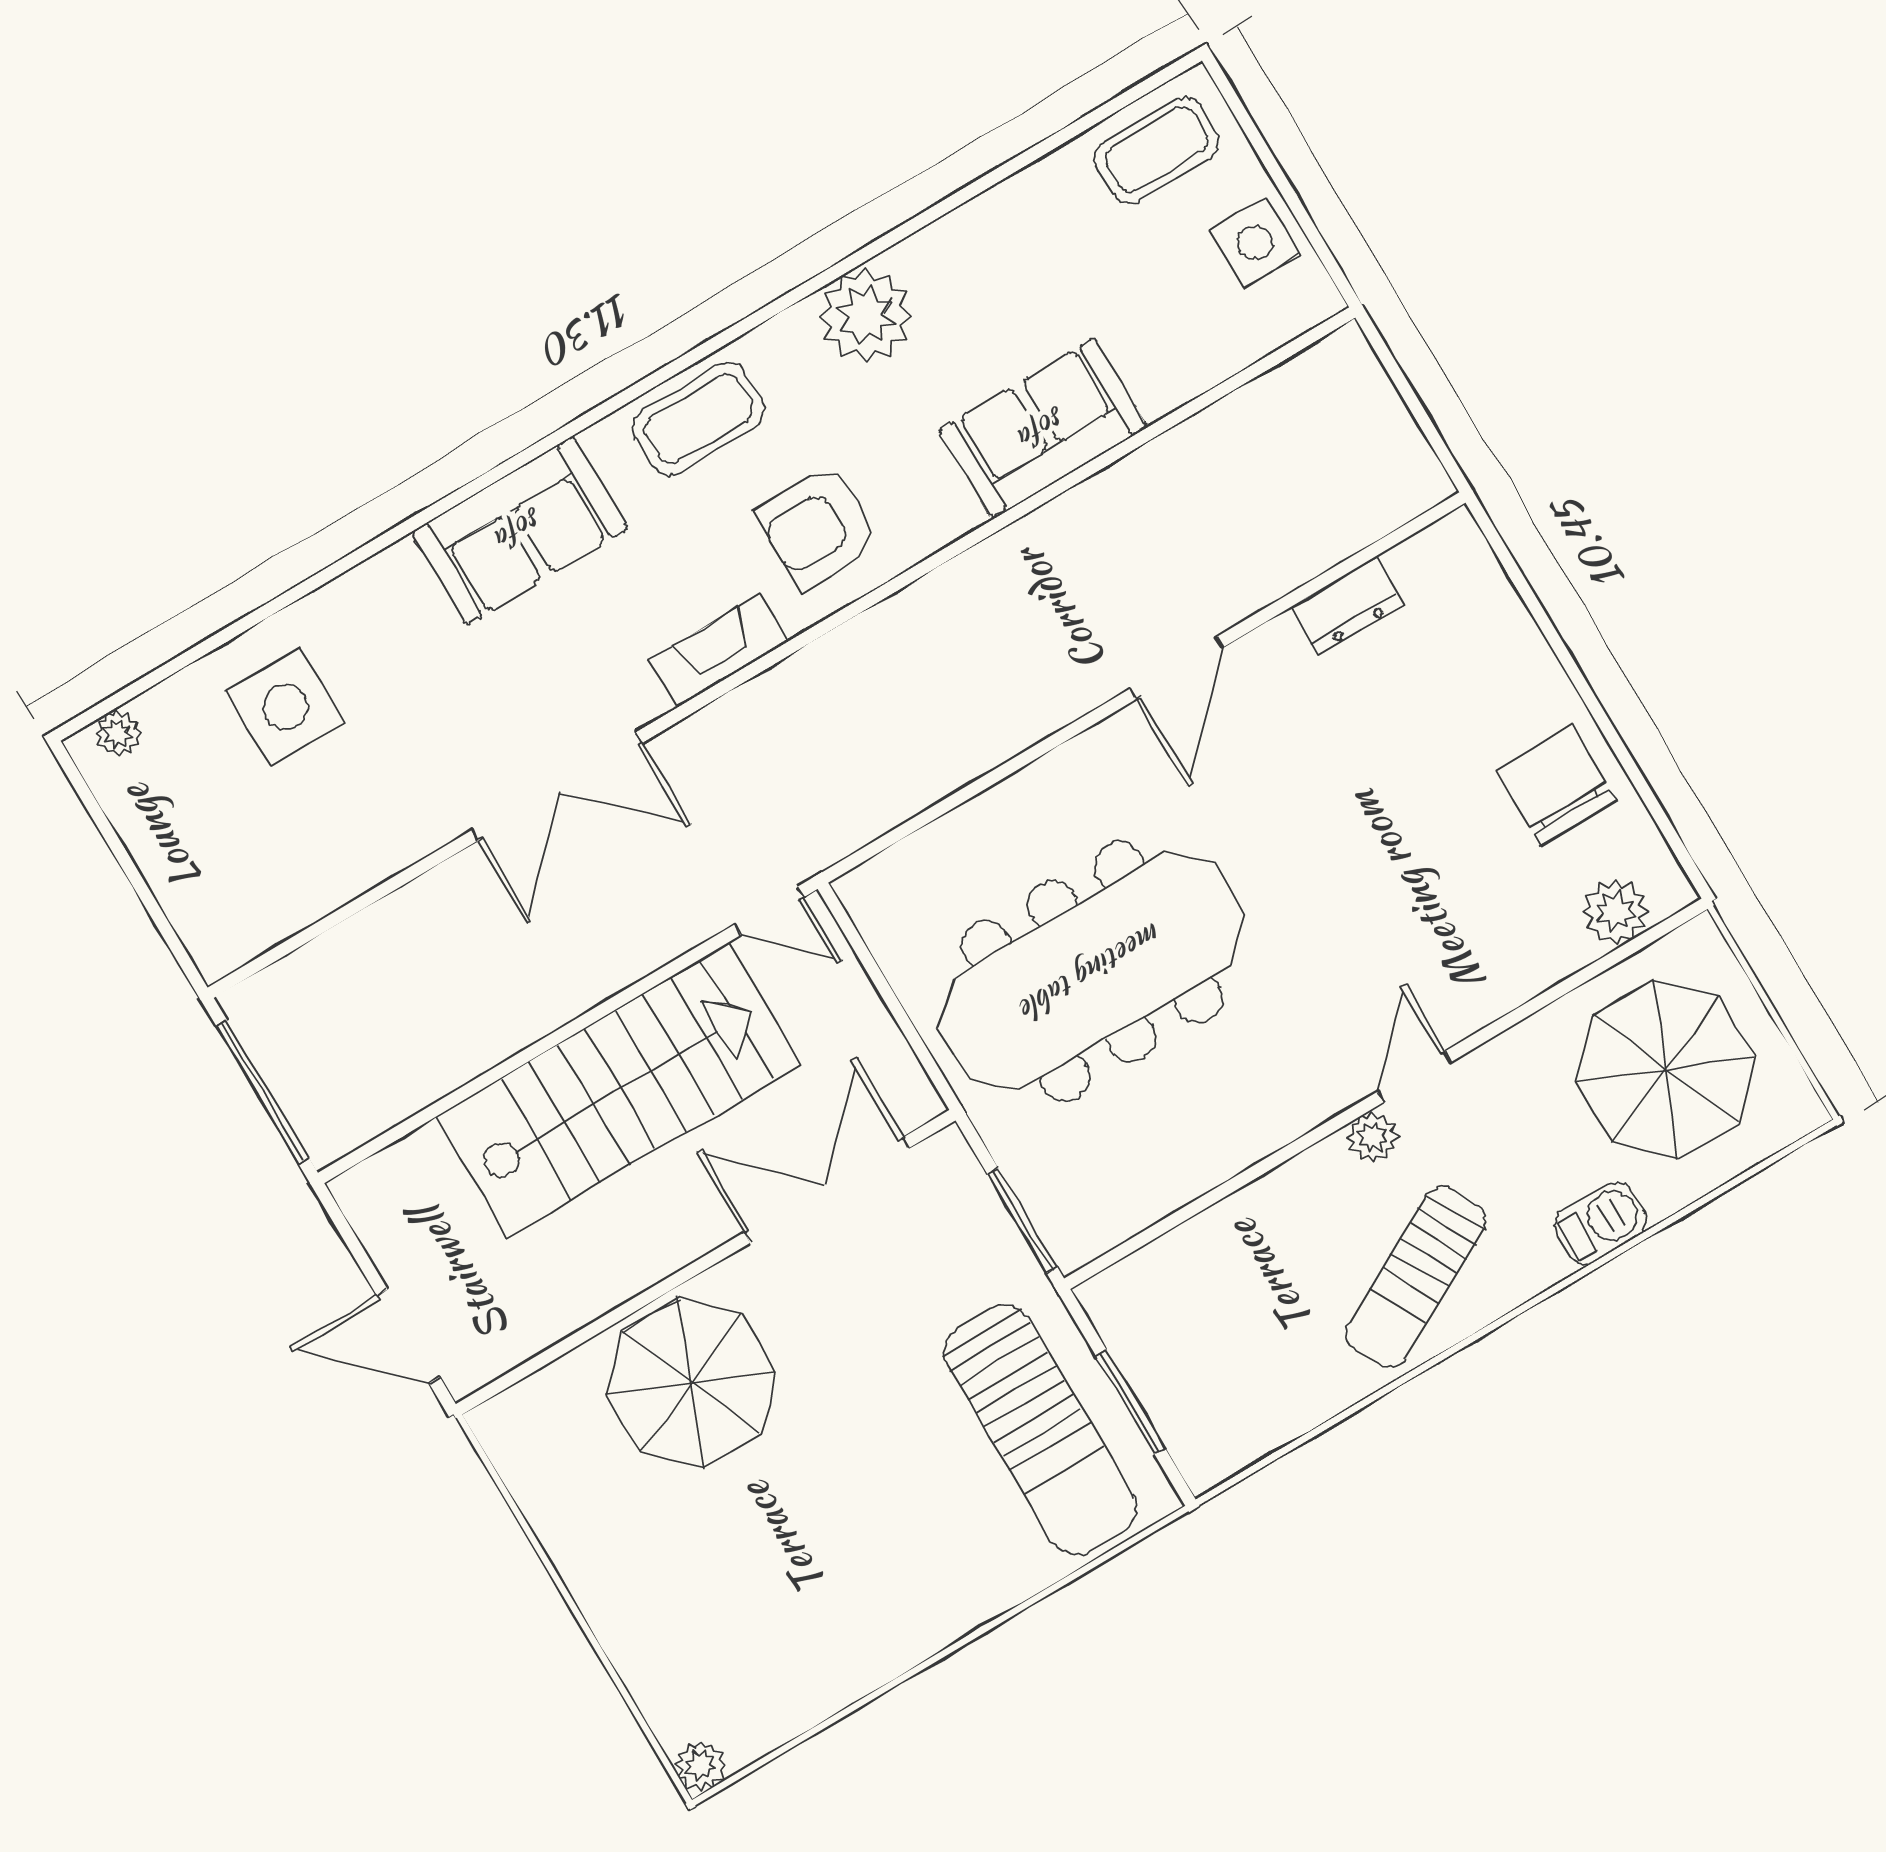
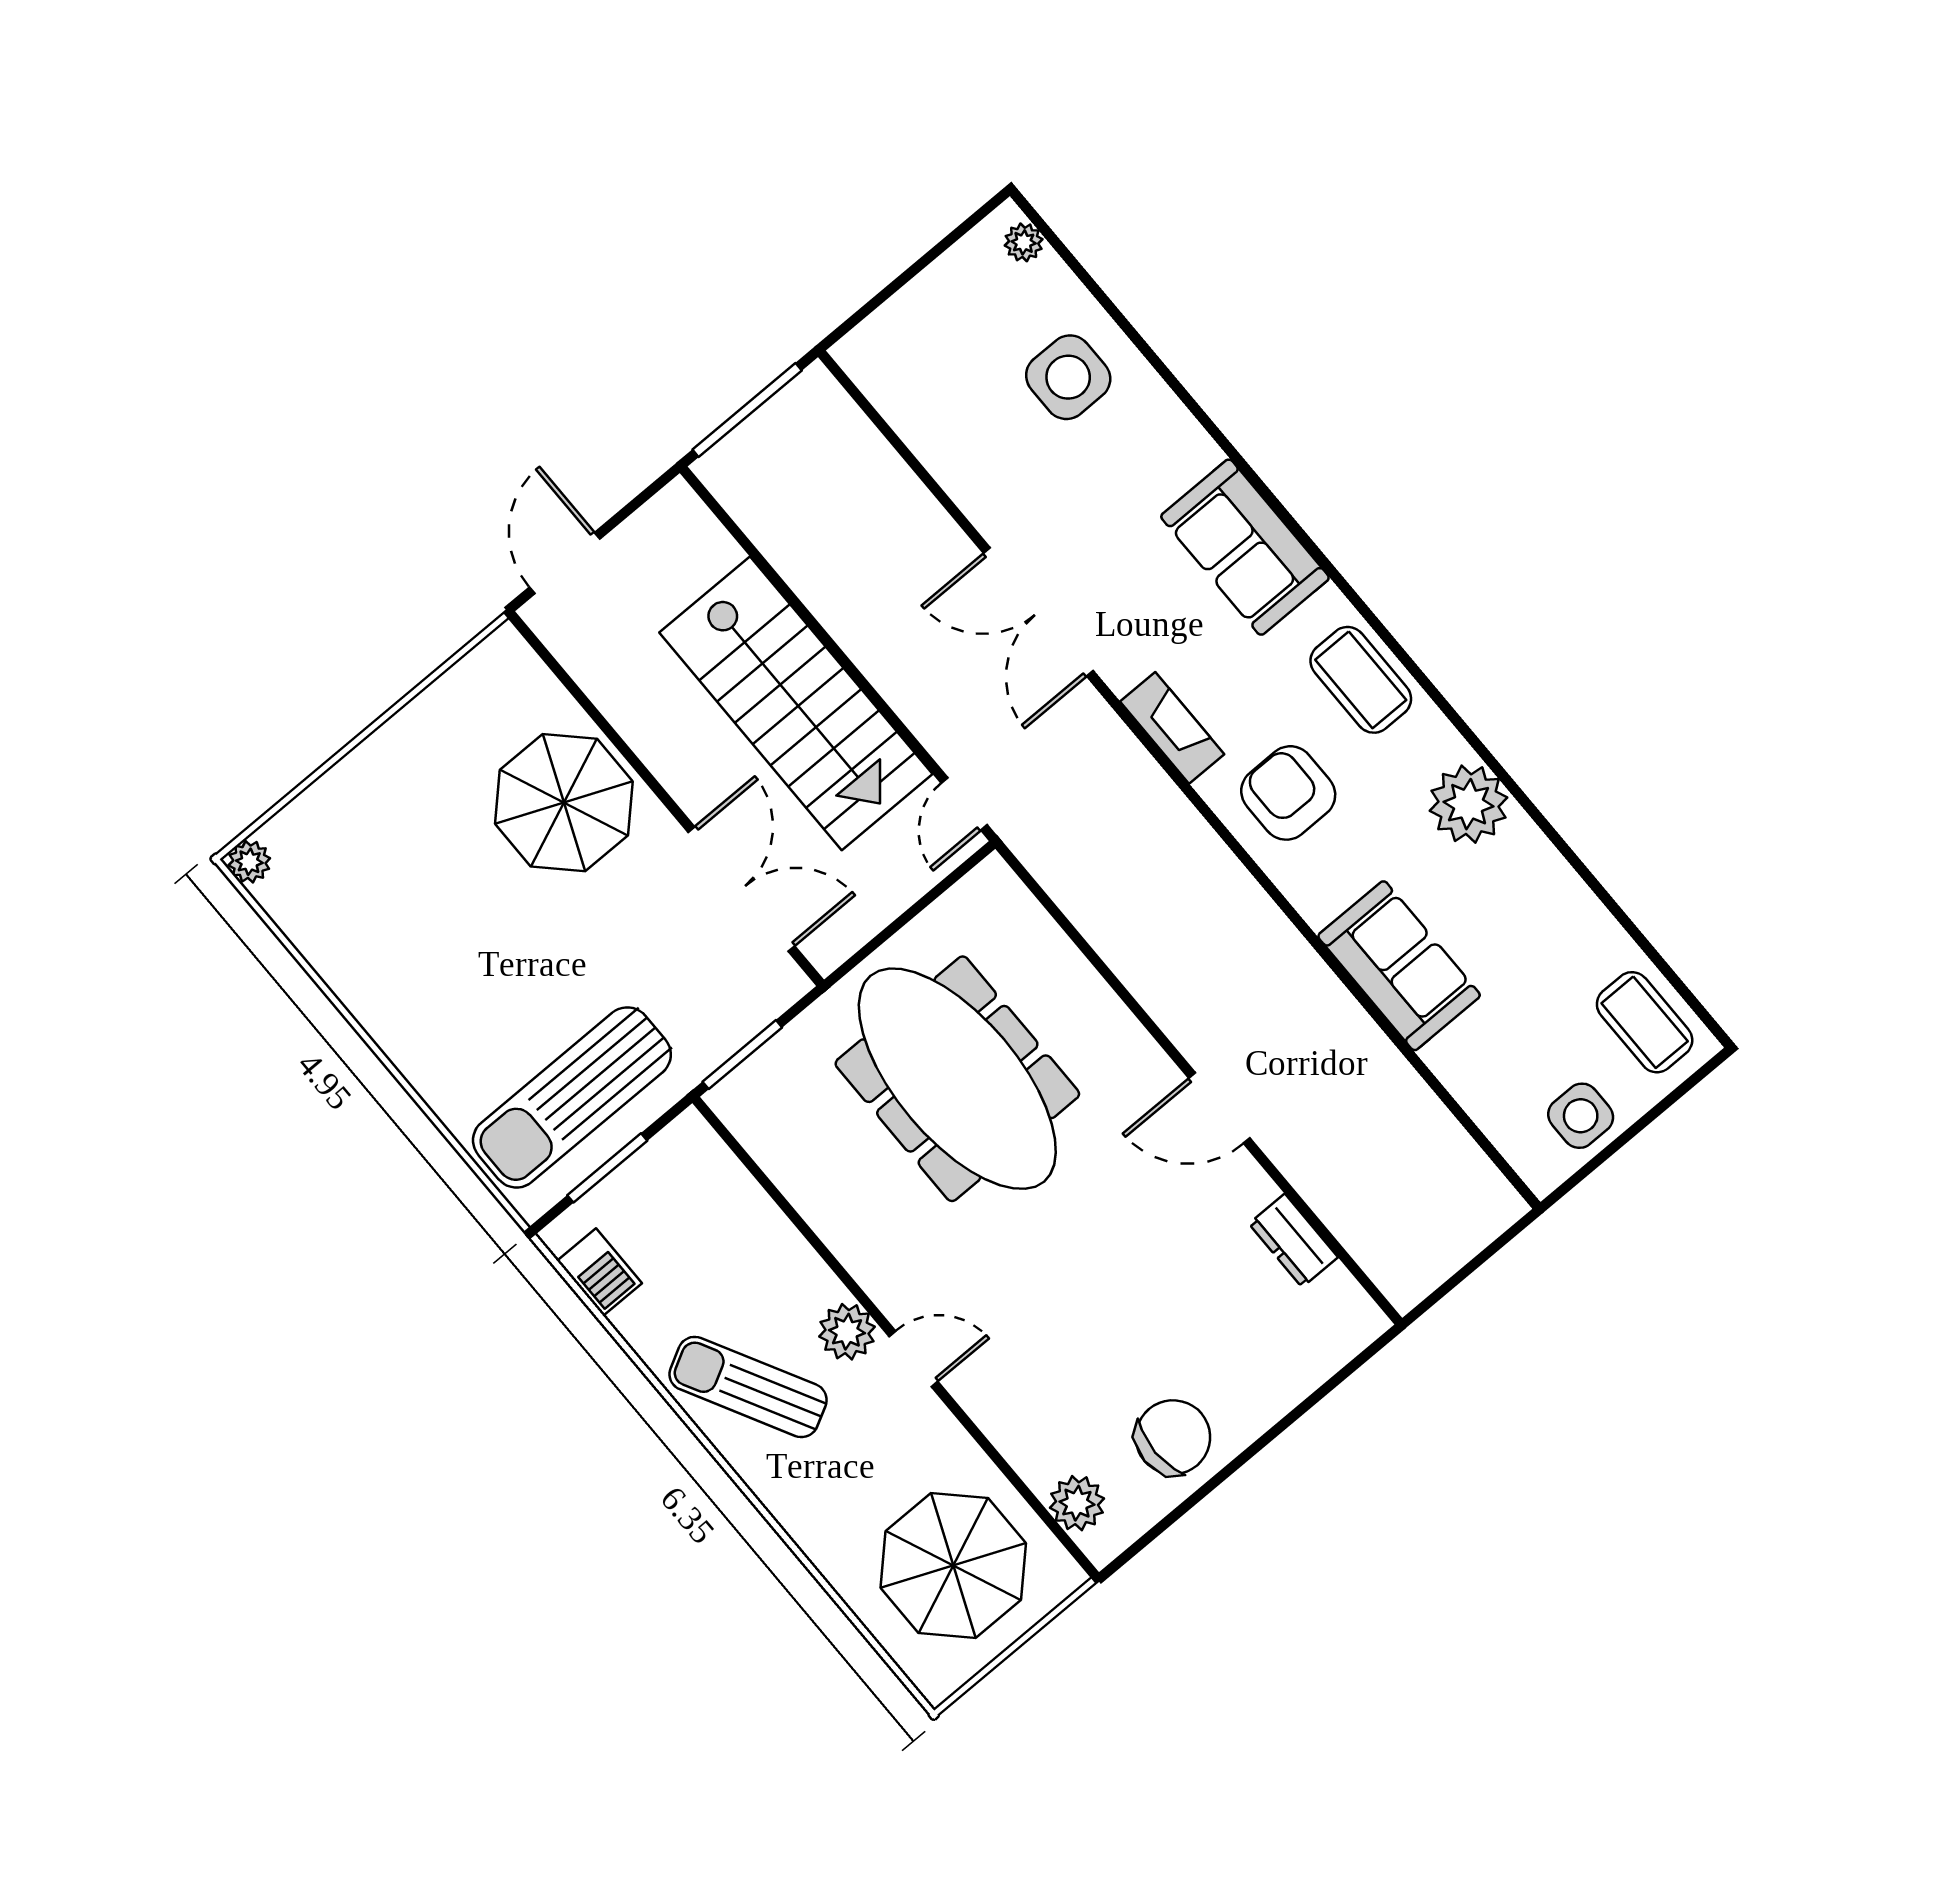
plant: (1373, 1137) -> (847, 1332), width x1.38, depth x1.38
barbecue: (1601, 1223) -> (599, 1272), moved

